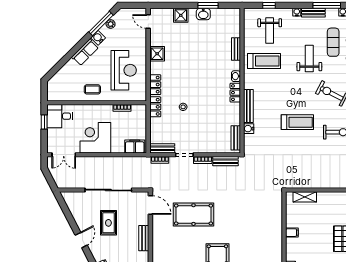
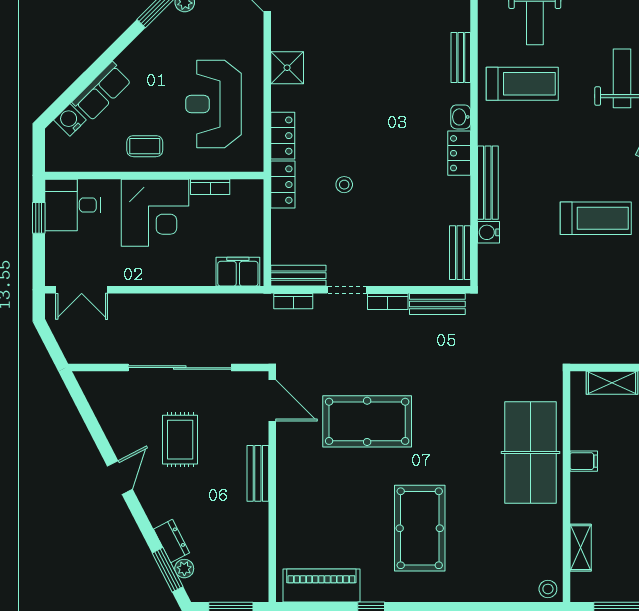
water cooler: (98, 38) -> (70, 120), moved
row of seats: (85, 52) -> (102, 91), moved
reception desk: (124, 70) -> (213, 104), turned 180
corner desk: (95, 138) -> (155, 213), moved, turned 180
table tennis table: (268, 229) -> (530, 453), added

